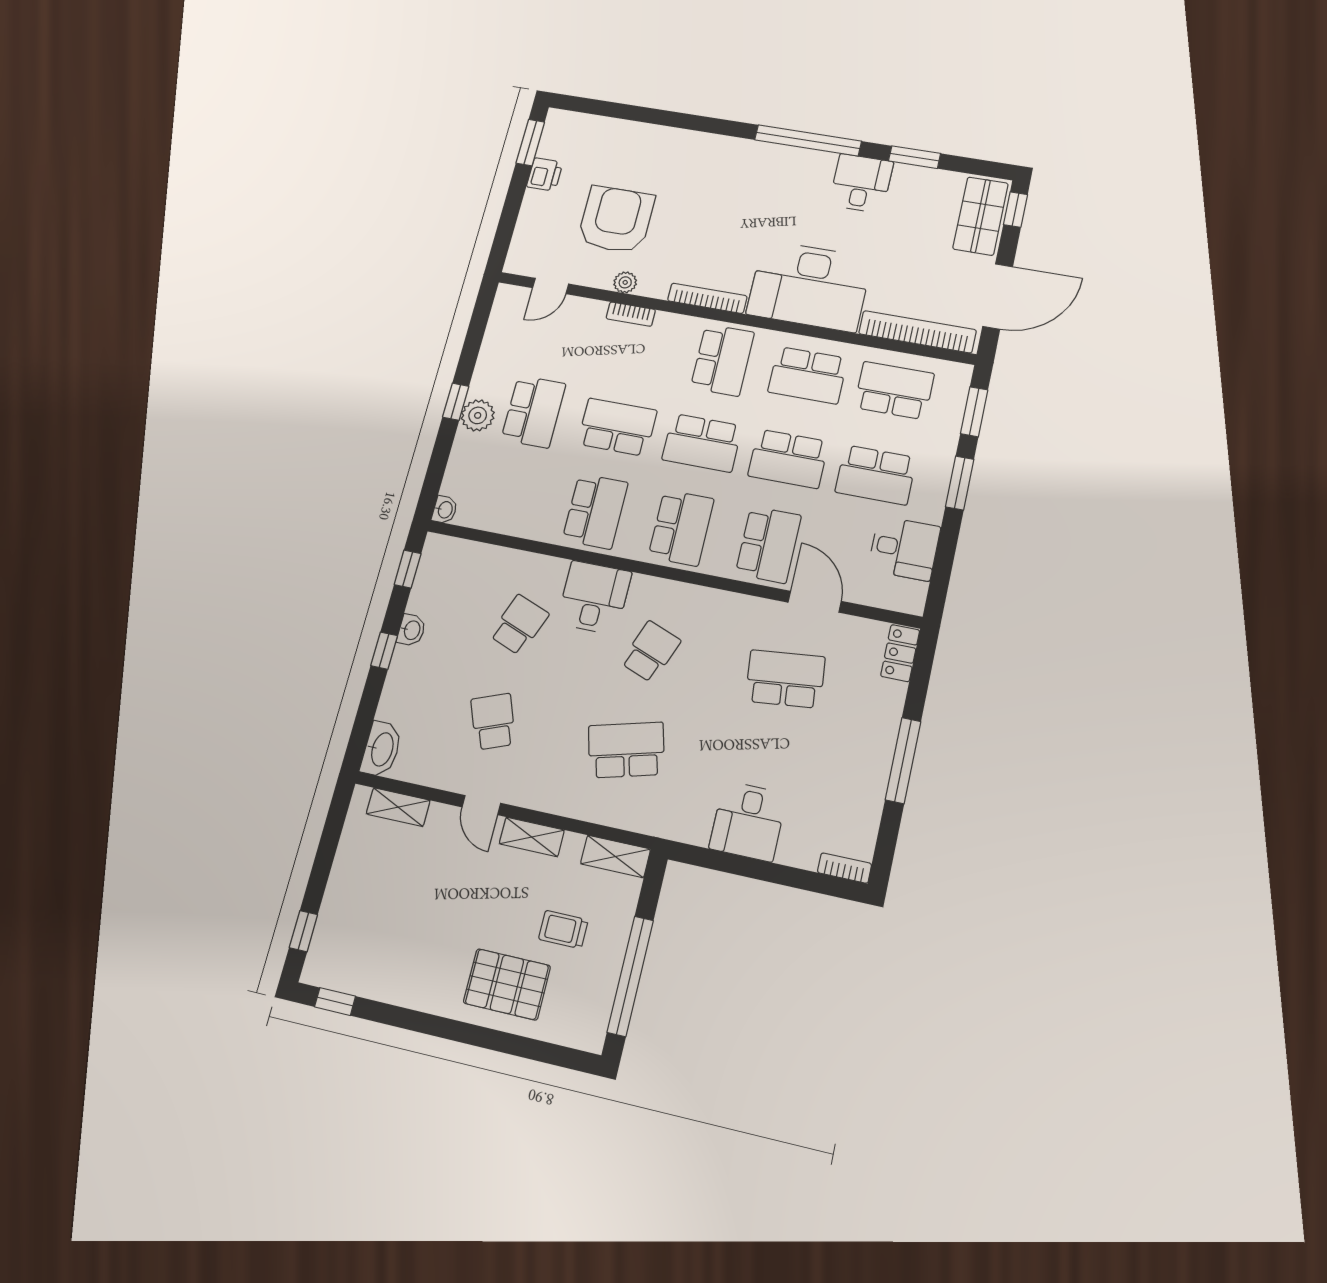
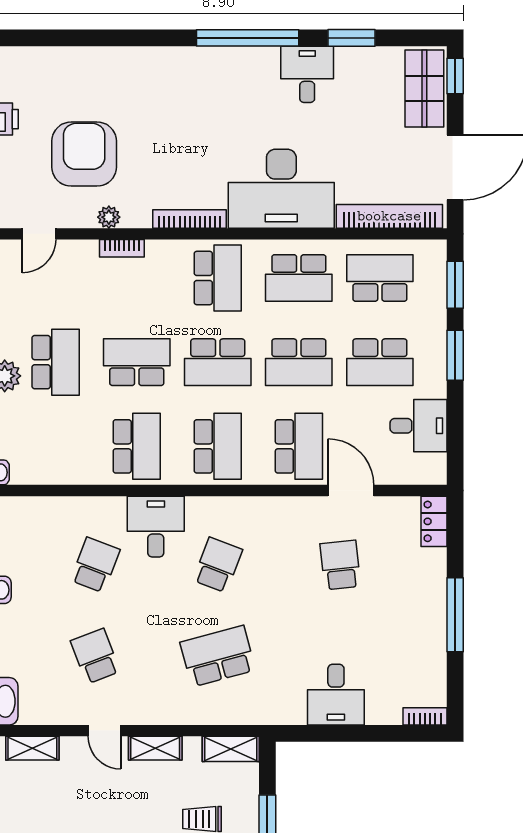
school desk: (785, 679) -> (340, 565), width x0.54

